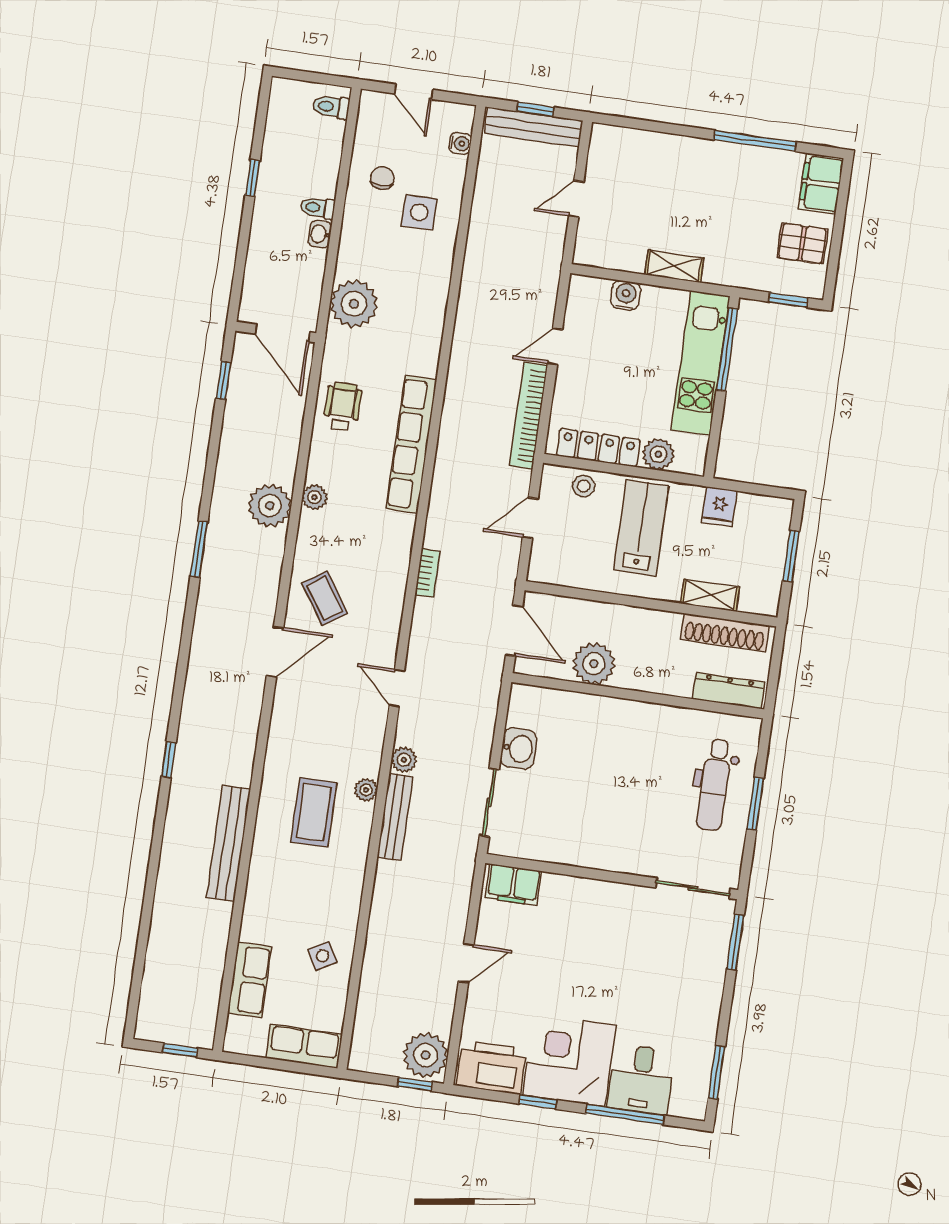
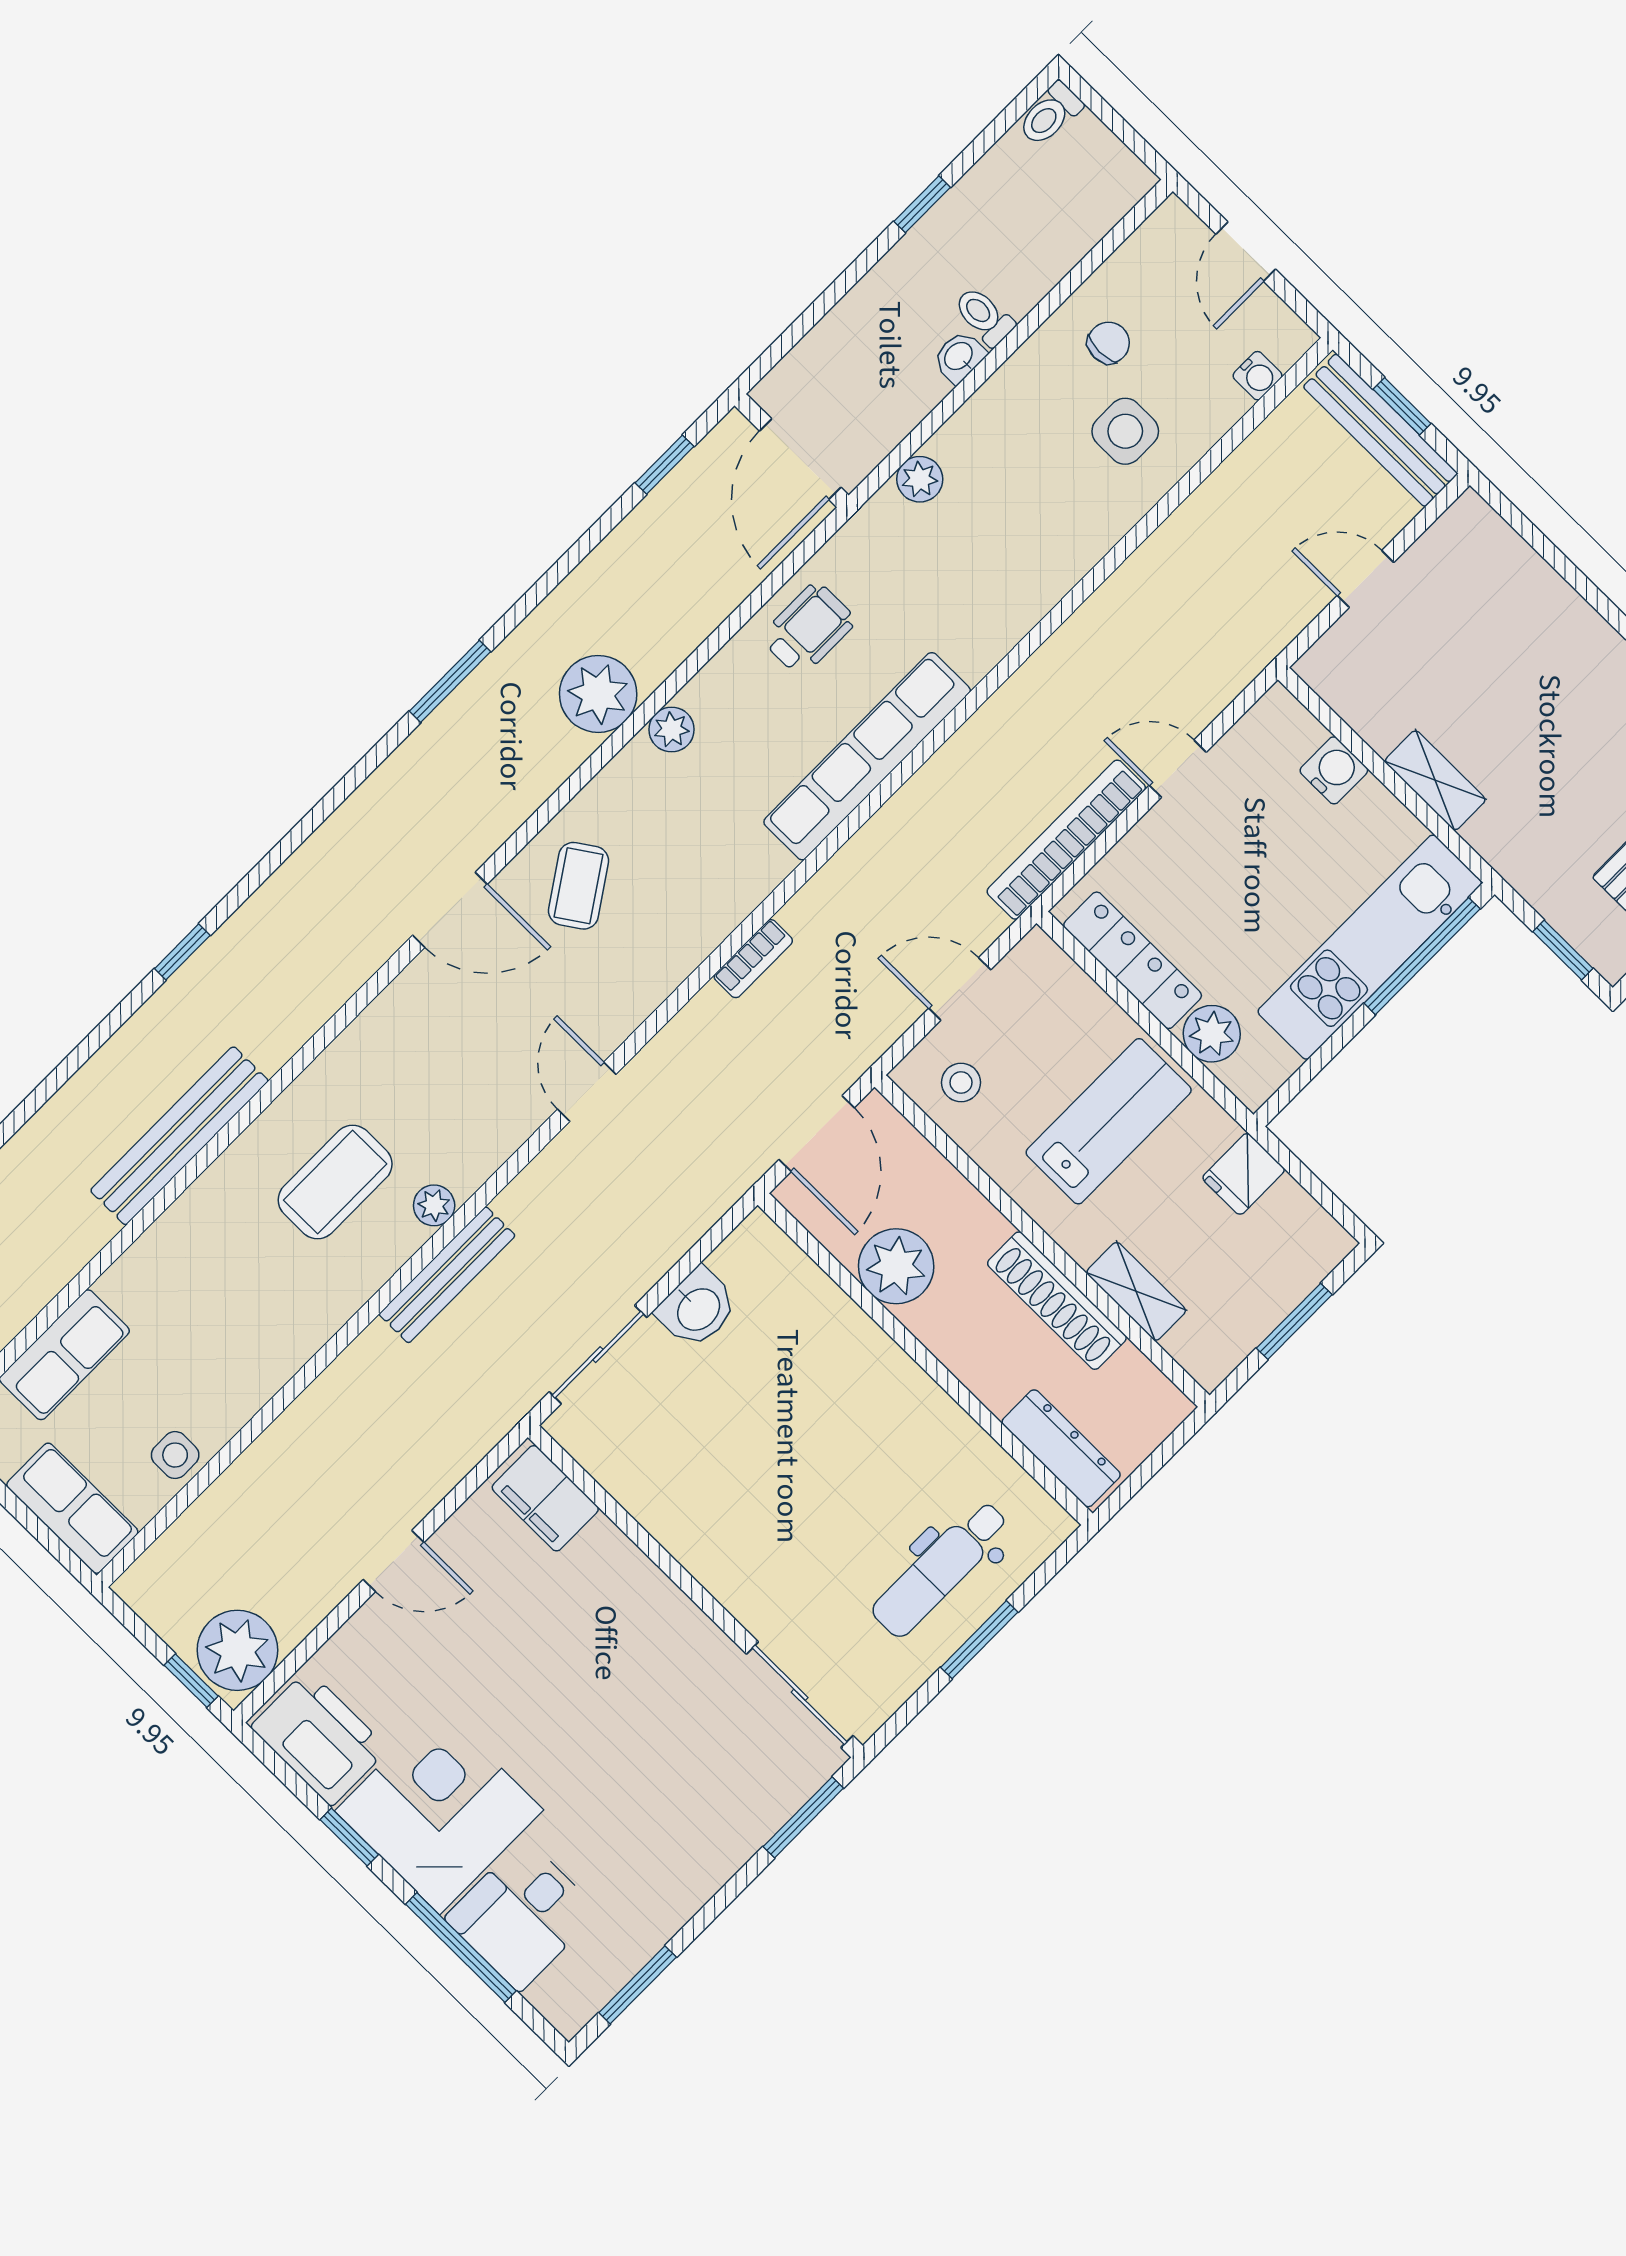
toilet: (331, 107) -> (1050, 114), moved, turned -90
plant: (354, 304) -> (920, 479), width x0.53, depth x0.53
stool: (584, 486) -> (961, 1082), moved
shoe rack: (725, 632) -> (1057, 1301), moved
plant: (404, 760) -> (521, 1202), removed
side table: (323, 956) -> (175, 1455), moved, turned 30

